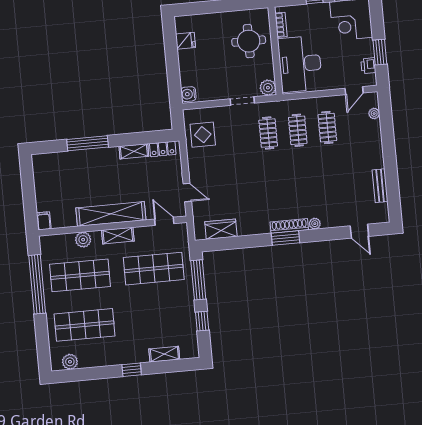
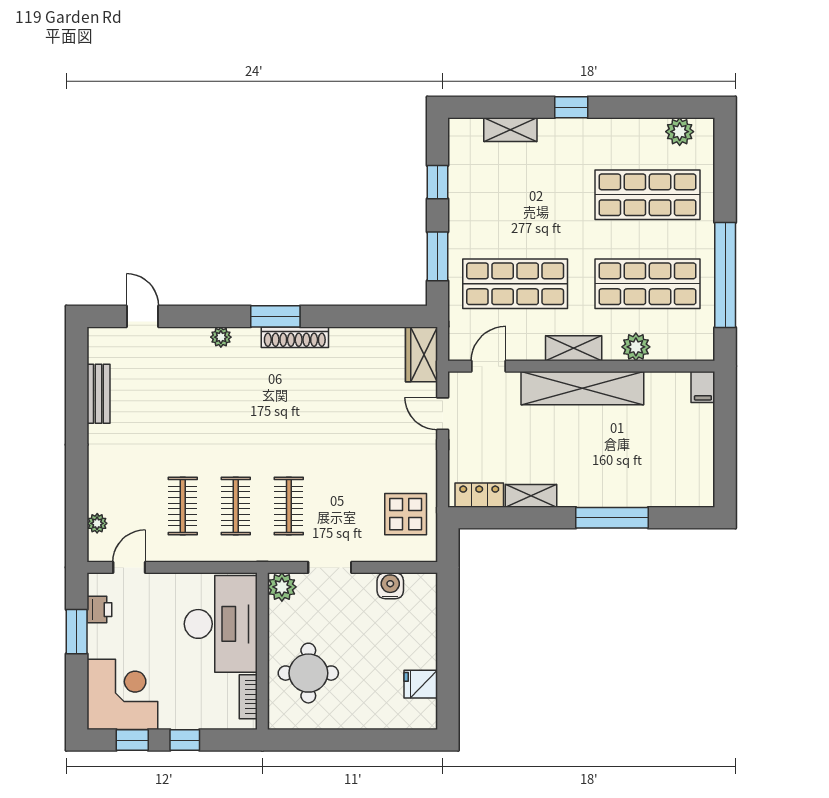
water cooler: (188, 94) -> (390, 586), moved, turned -90
door: (164, 221) -> (488, 366), swing flipped
shoe rack: (289, 226) -> (295, 337), moved
wardrobe: (221, 229) -> (422, 354), moved, turned 90
window: (198, 280) -> (437, 256), width x0.69

